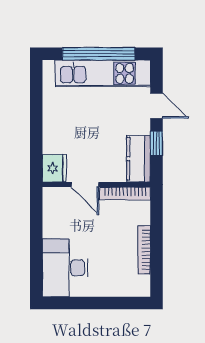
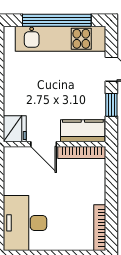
kitchen counter: (139, 159) -> (83, 131), moved, turned 90
bookcase: (144, 250) -> (100, 228), moved

